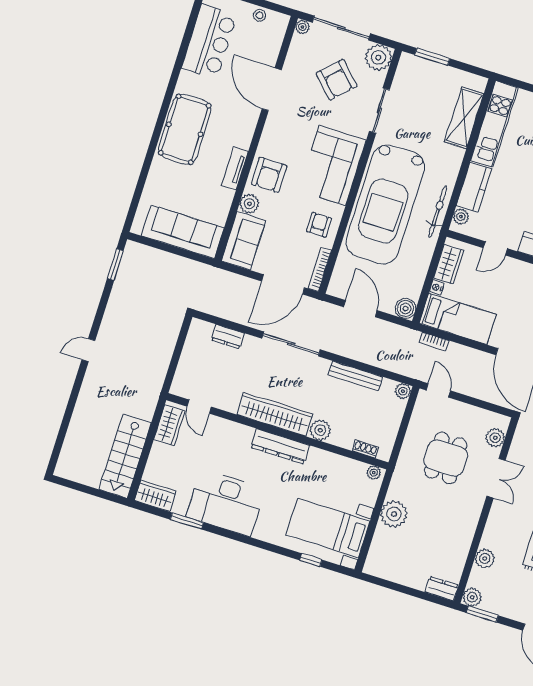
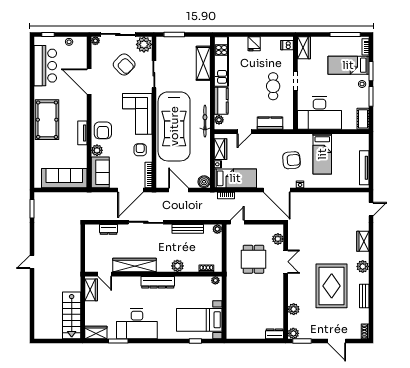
door: (438, 390) -> (237, 222), hinge flipped
wardrobe: (275, 414) -> (135, 265), moved
plant: (394, 514) -> (234, 300), removed

